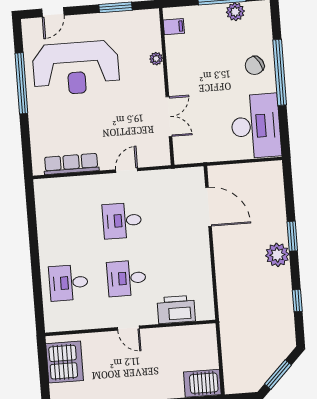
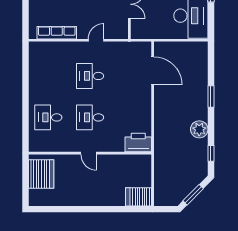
plant: (277, 255) -> (199, 129), moved
window: (297, 301) -> (211, 153), moved
printer: (176, 309) -> (138, 143), moved

